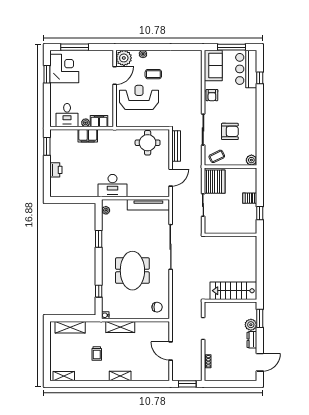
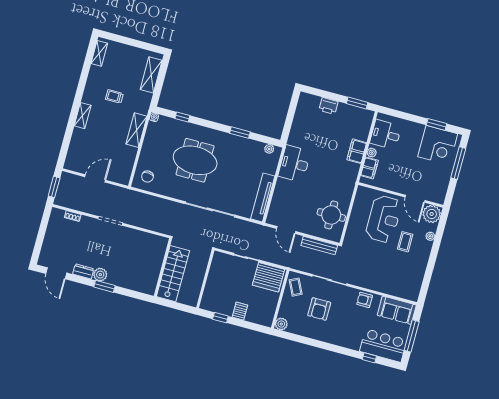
stairs: (233, 291) -> (173, 274), moved
wall: (230, 301) -> (163, 267), moved

